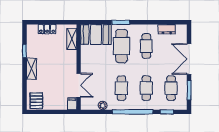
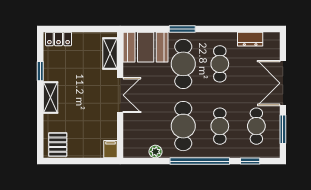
locker: (47, 29) -> (59, 39), moved
double door: (79, 85) -> (120, 95), moved
cafe table: (121, 88) -> (183, 126), width x1.37, depth x1.35

